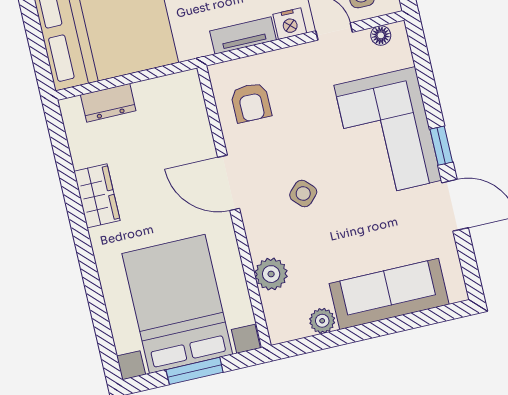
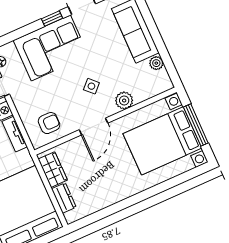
wardrobe: (97, 196) -> (53, 170), moved, turned 90
plant: (271, 274) -> (124, 100), moved
window: (195, 371) -> (196, 125), width x1.44

